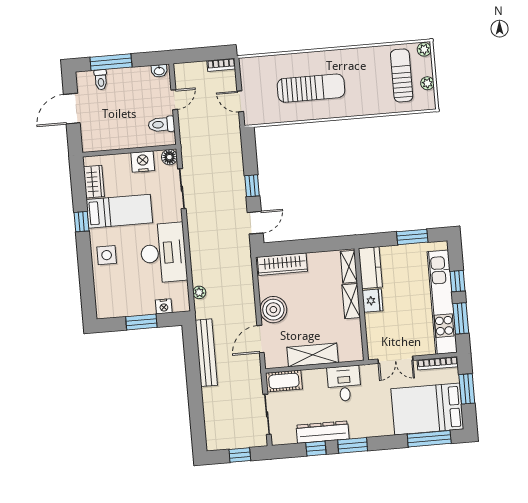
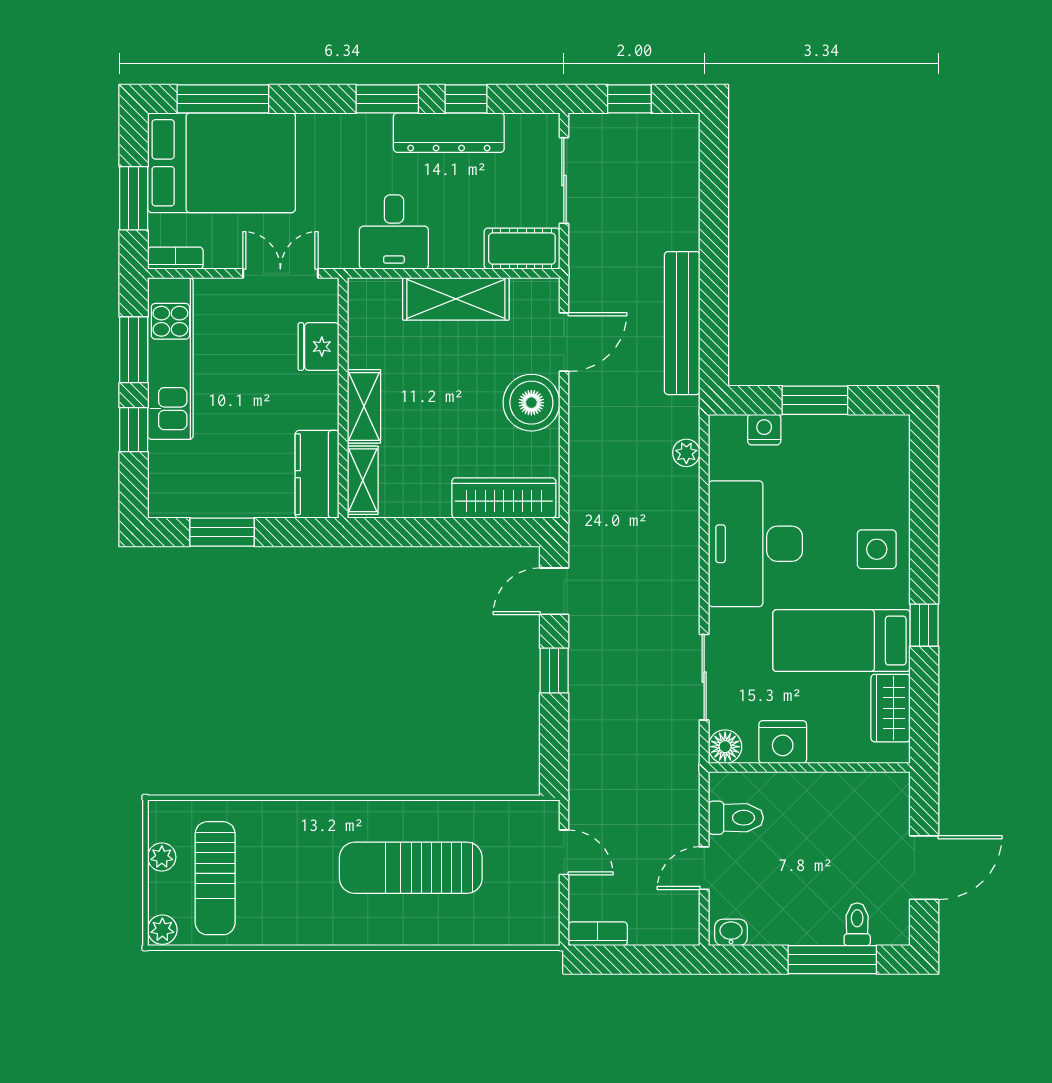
fridge: (372, 301) -> (318, 347), moved
kitchen unit: (442, 302) -> (170, 358), width x0.73
bookcase: (438, 363) -> (175, 258), width x0.64

